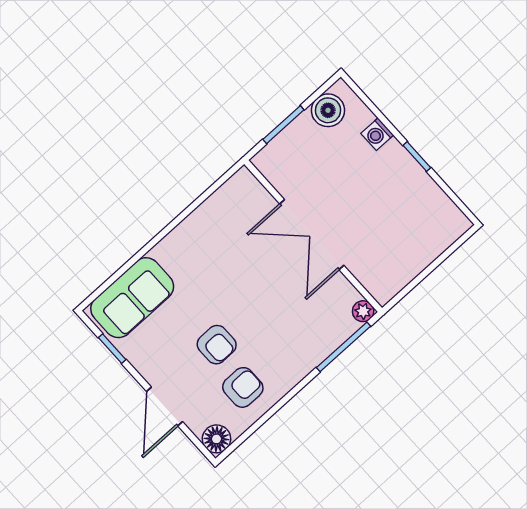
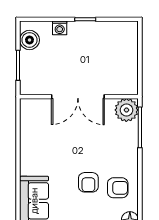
plant: (363, 311) -> (126, 110), width x1.88, depth x1.88
armchair: (217, 345) -> (88, 182), turned 90
armchair: (243, 387) -> (118, 188), turned 90

